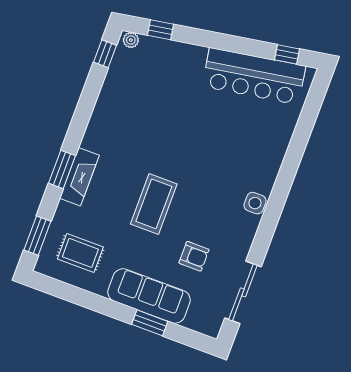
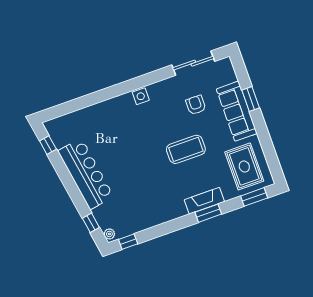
bar counter: (254, 76) -> (86, 174), moved
rug: (80, 253) -> (244, 166), width x1.36, depth x1.43

